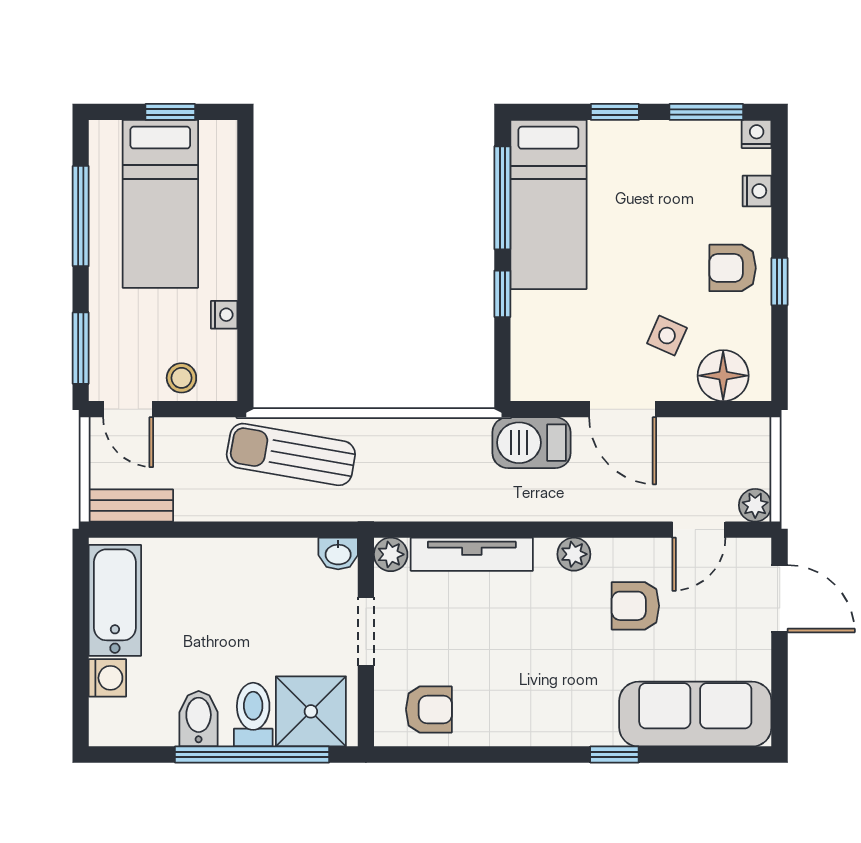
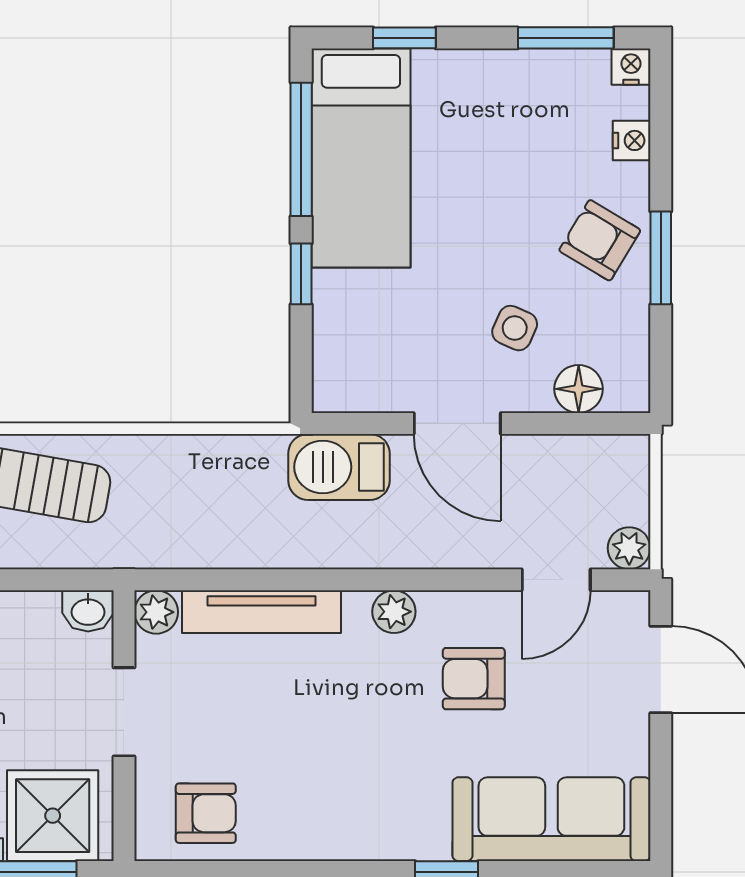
window: (615, 112) -> (404, 38), moved
armchair: (733, 268) -> (600, 240), turned 31
window: (780, 282) -> (661, 258), width x1.50
floor lamp: (723, 376) -> (579, 389), width x0.73, depth x0.73

